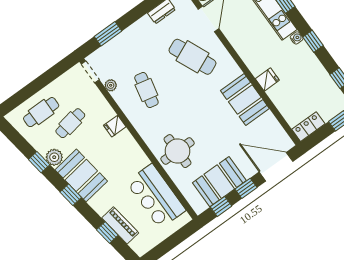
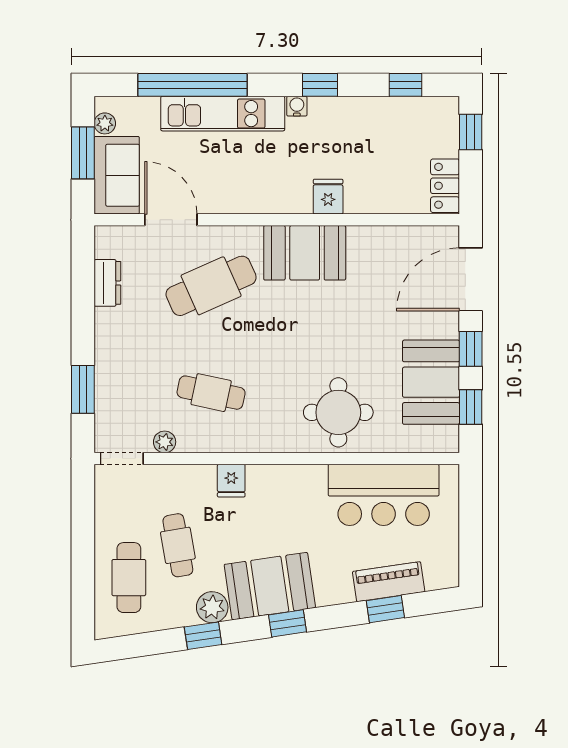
booth: (245, 99) -> (305, 253), moved

